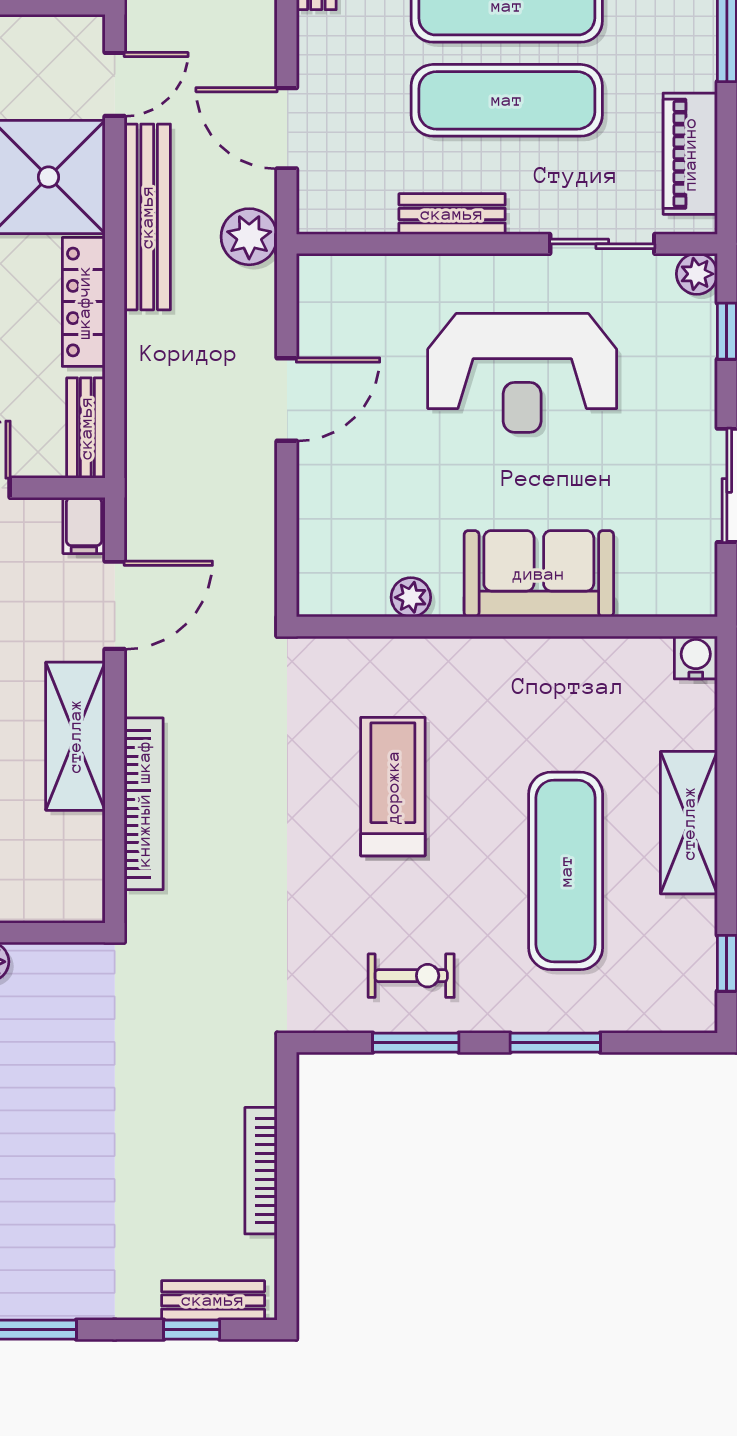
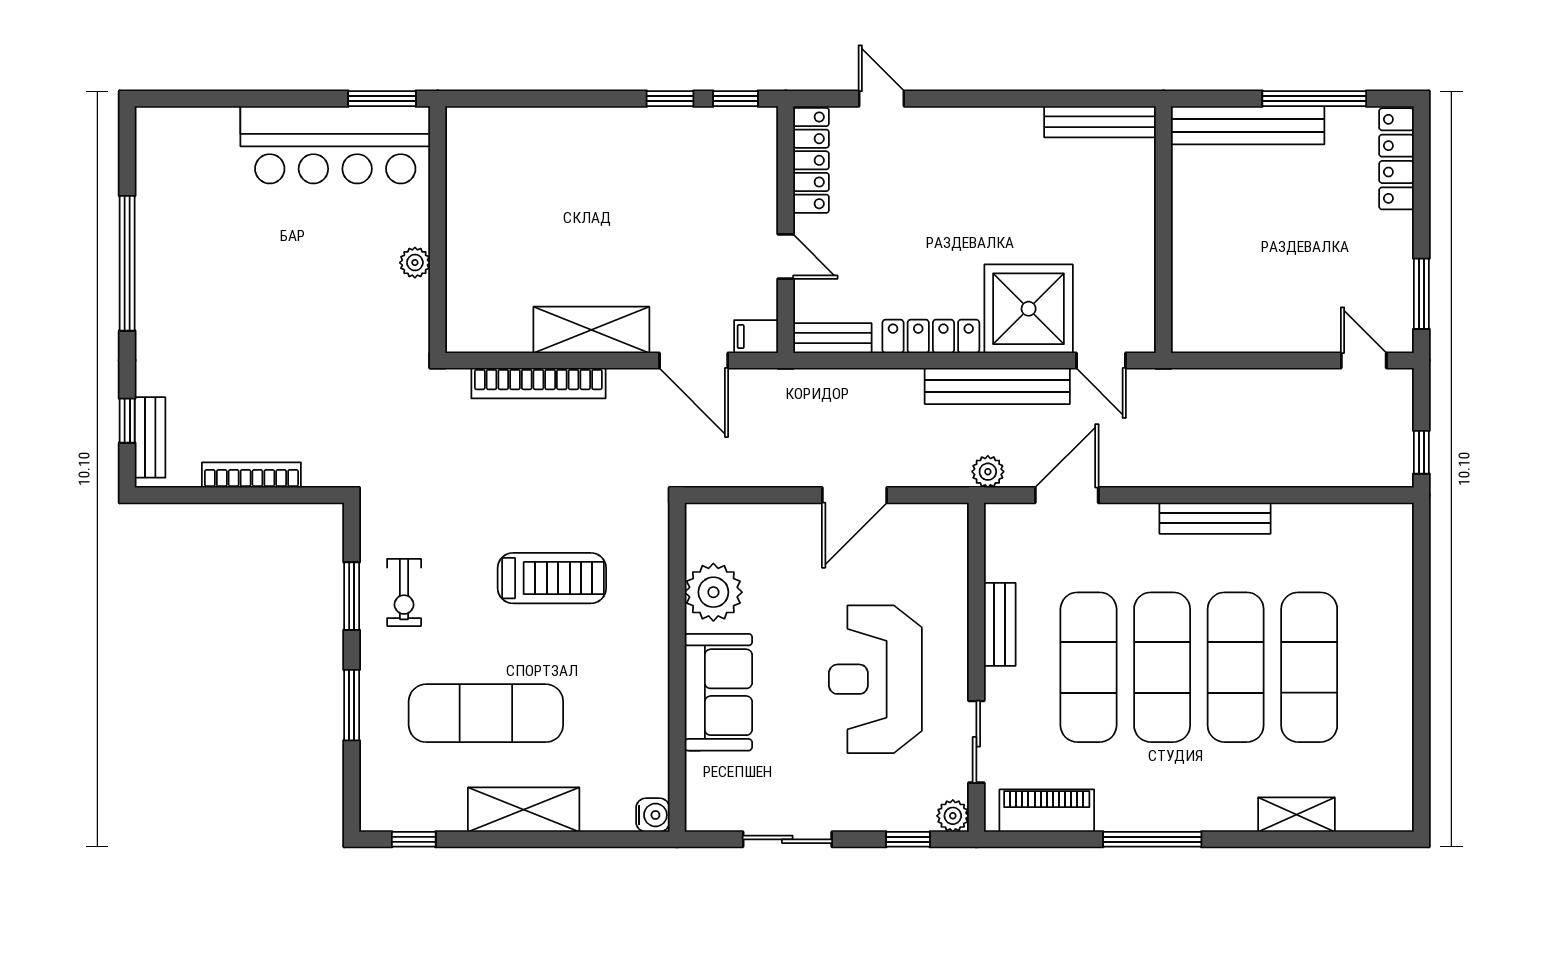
plant: (249, 237) -> (988, 472), width x0.73, depth x0.73
door: (287, 400) -> (855, 495), hinge flipped
plant: (411, 597) -> (713, 592), width x1.87, depth x1.87

